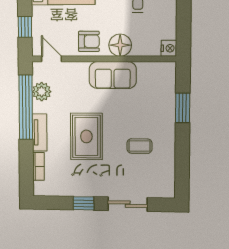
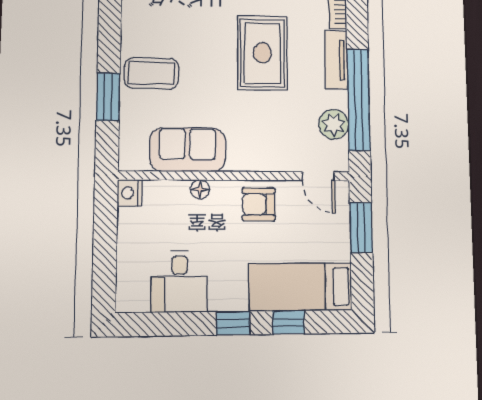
window: (25, 27) -> (361, 228), width x1.50
floor lamp: (120, 45) -> (200, 189), width x0.53, depth x0.53
sofa: (113, 75) -> (188, 150), moved
coffee table: (139, 146) -> (151, 73), moved, width x1.36, depth x1.30

